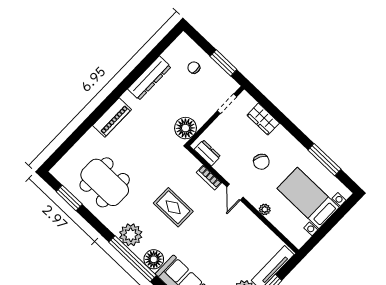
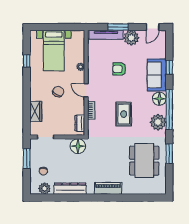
plant: (175, 52) -> (44, 189), added
window: (324, 160) -> (27, 61), width x0.46
door: (235, 192) -> (86, 90), swing flipped
window: (69, 198) -> (169, 154), moved
armchair: (224, 247) -> (119, 69), added

